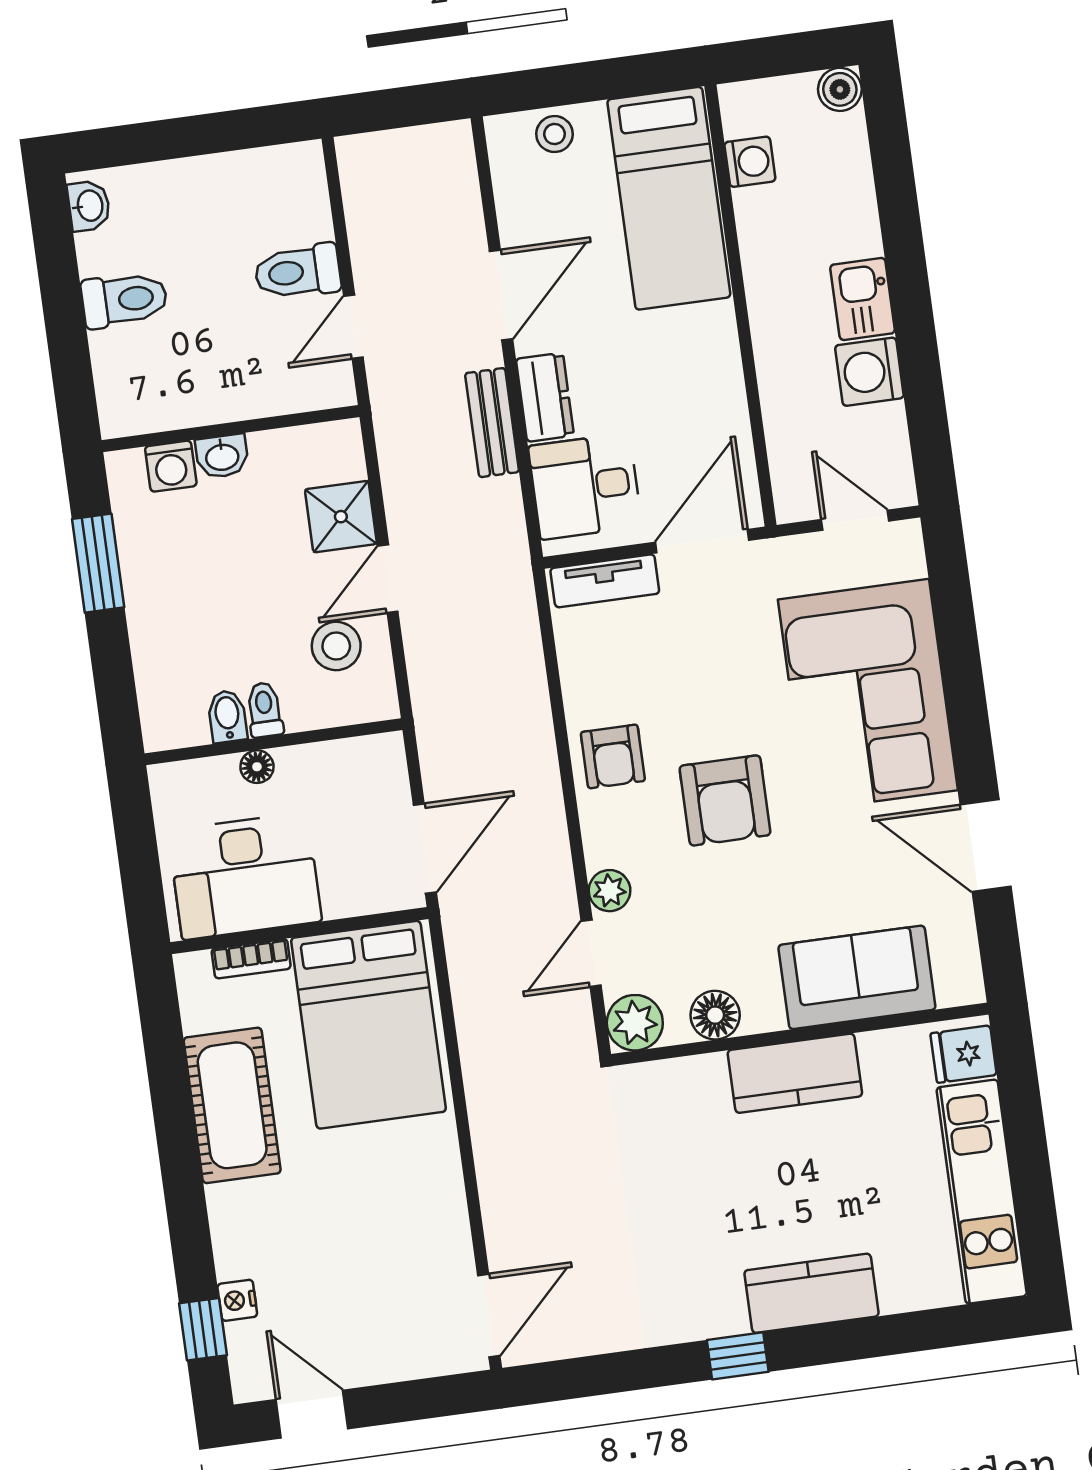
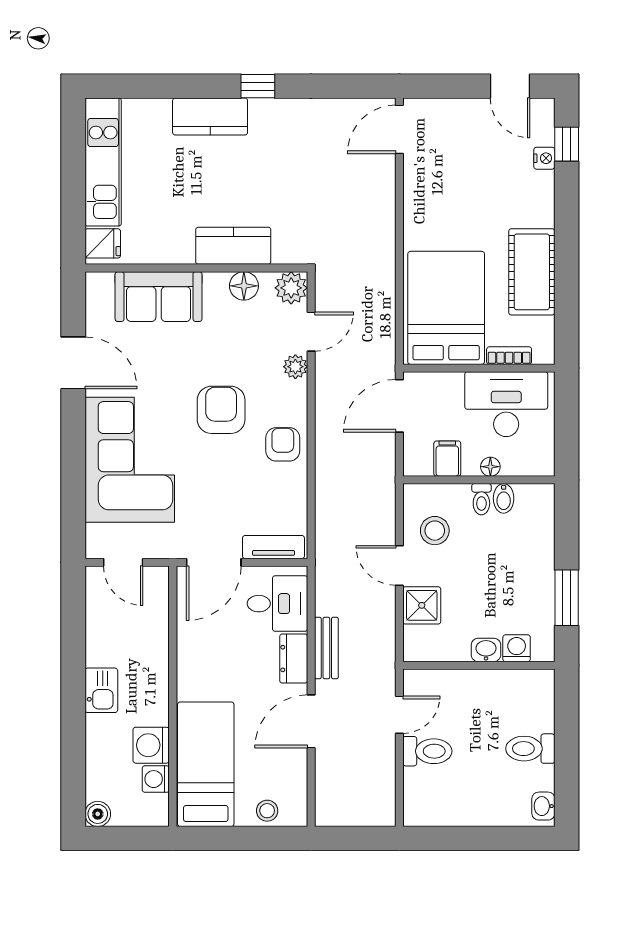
washing machine: (869, 372) -> (151, 745), moved, turned 180
door: (388, 579) -> (399, 566), swing flipped
filing cabinet: (332, 770) -> (447, 459), added
kitchen counter: (795, 1073) -> (233, 246), moved

